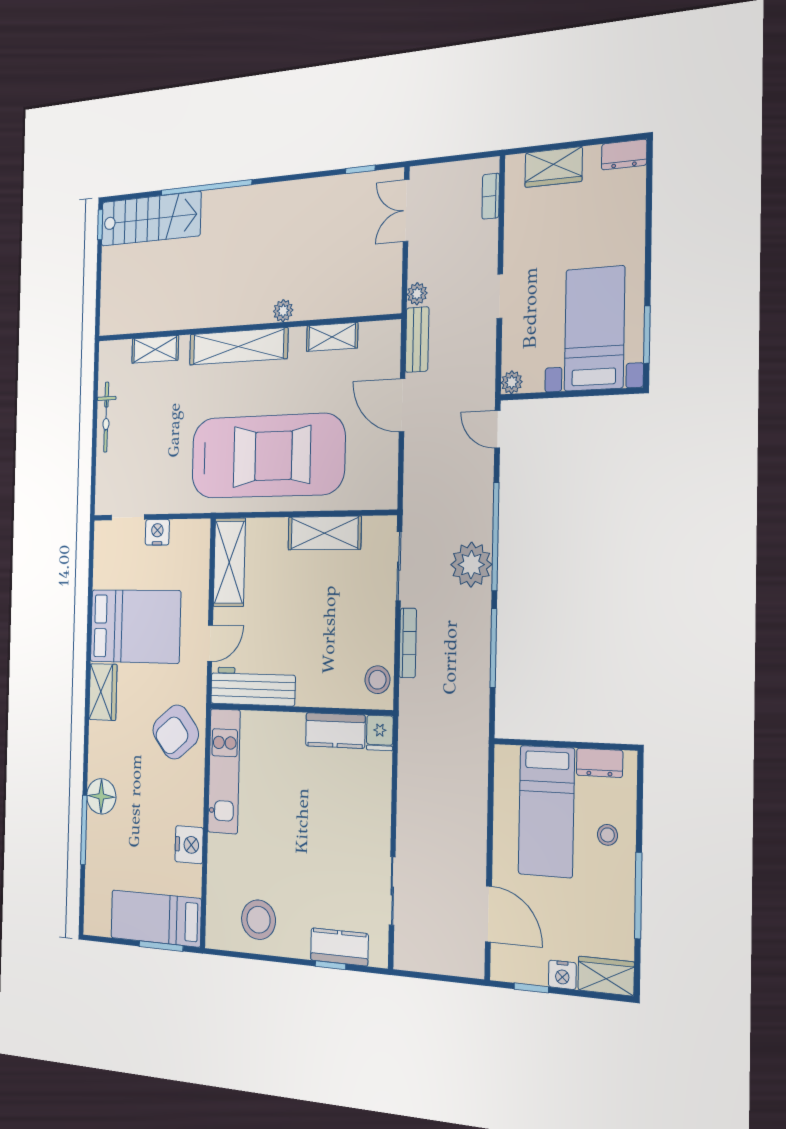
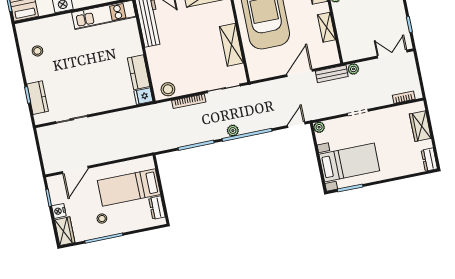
plant: (471, 565) -> (233, 131), width x0.53, depth x0.53
stool: (607, 835) -> (102, 219), moved
stool: (258, 920) -> (37, 51), width x0.53, depth x0.53

